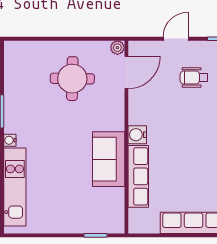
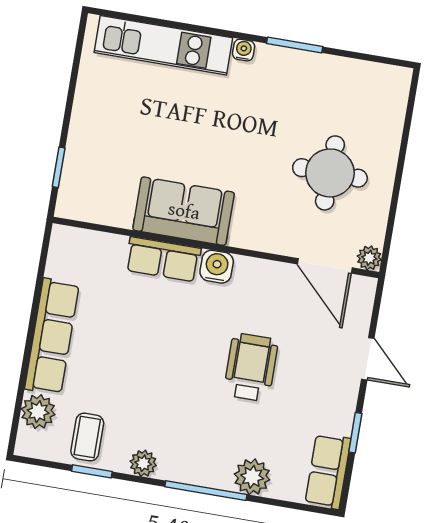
wheelchair: (194, 77) -> (251, 367), moved, width x1.36, depth x1.37
row of seats: (138, 176) -> (163, 259), width x0.68

